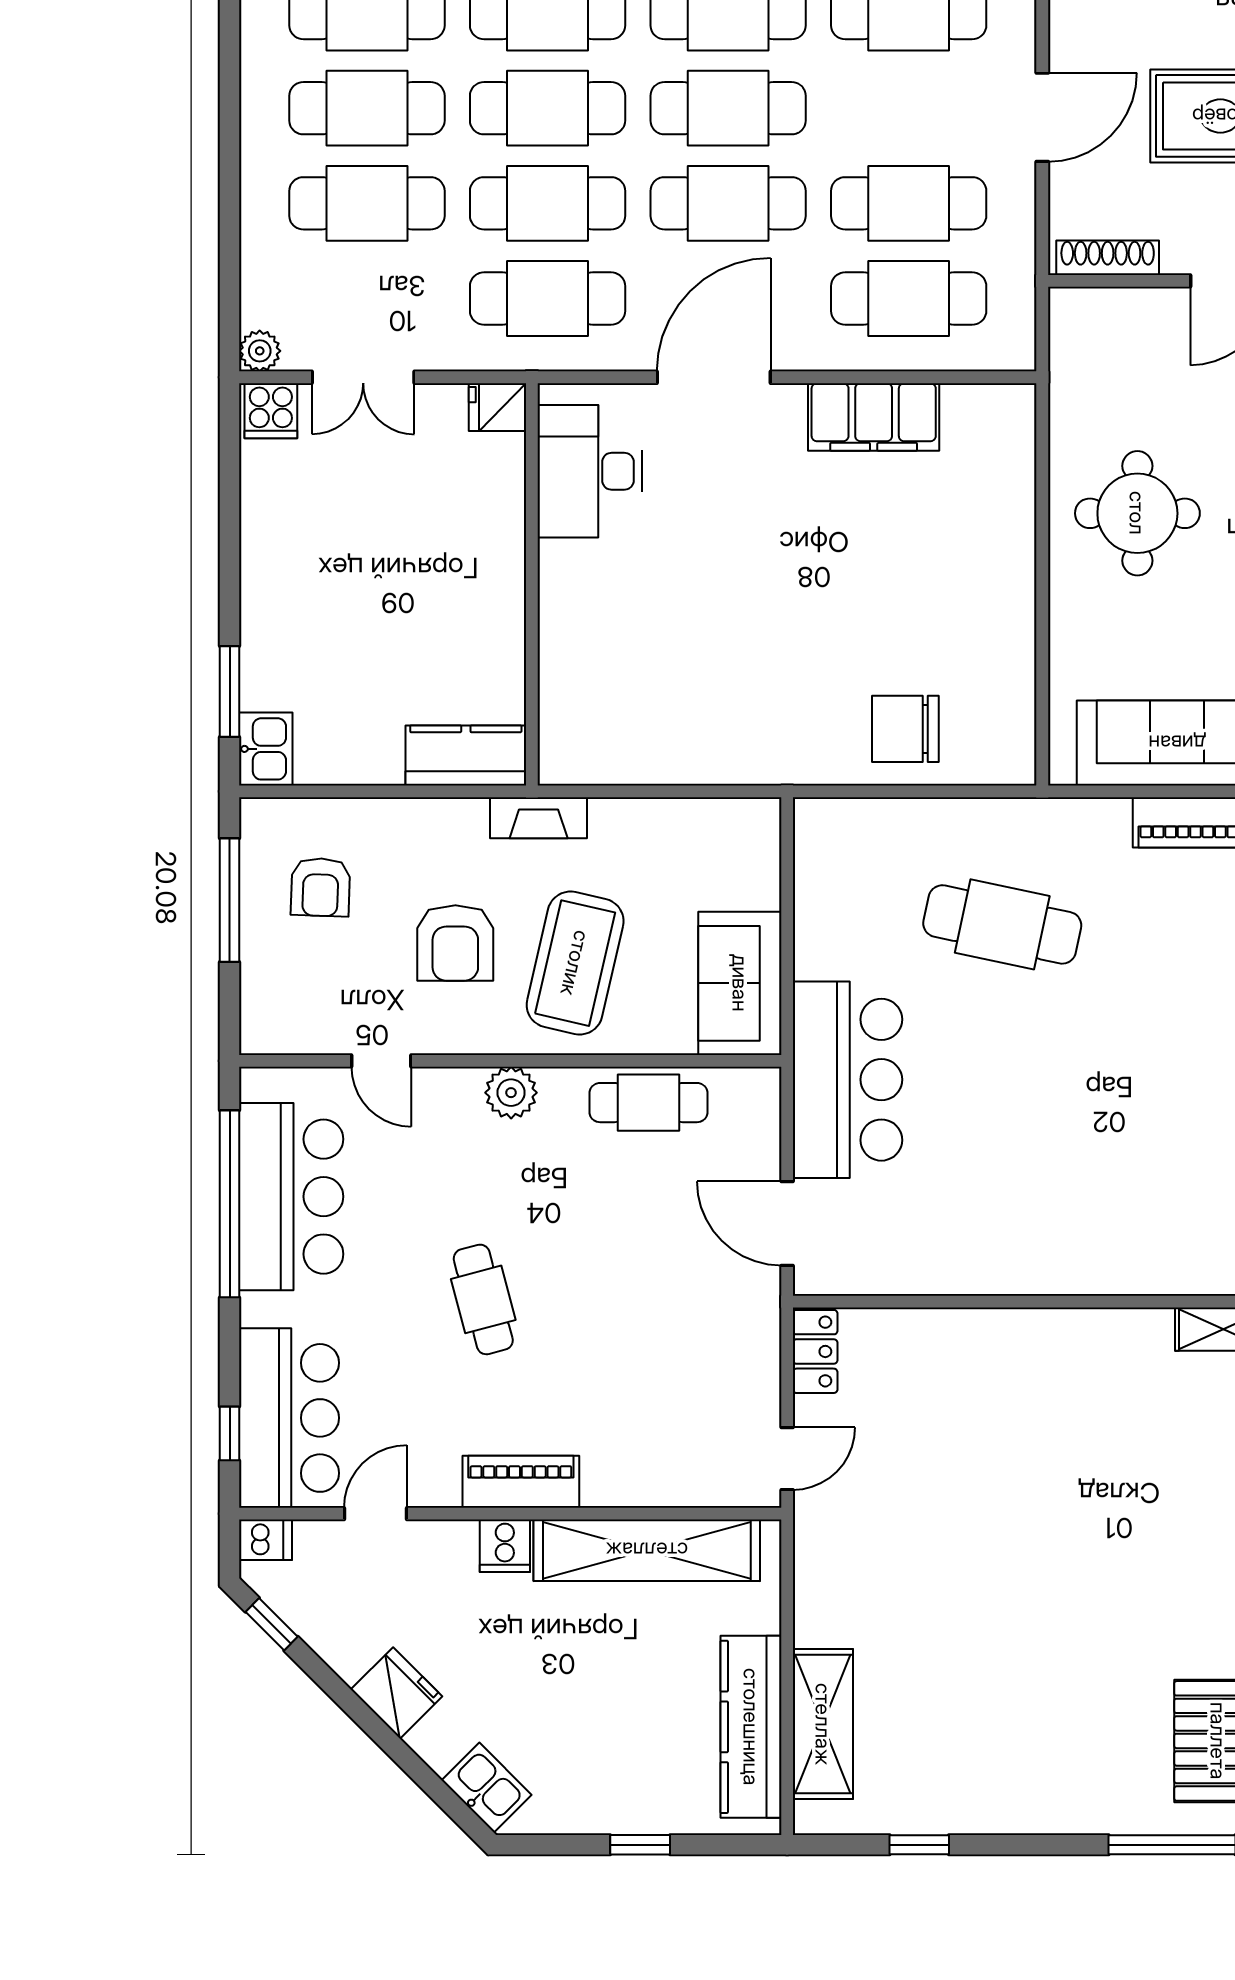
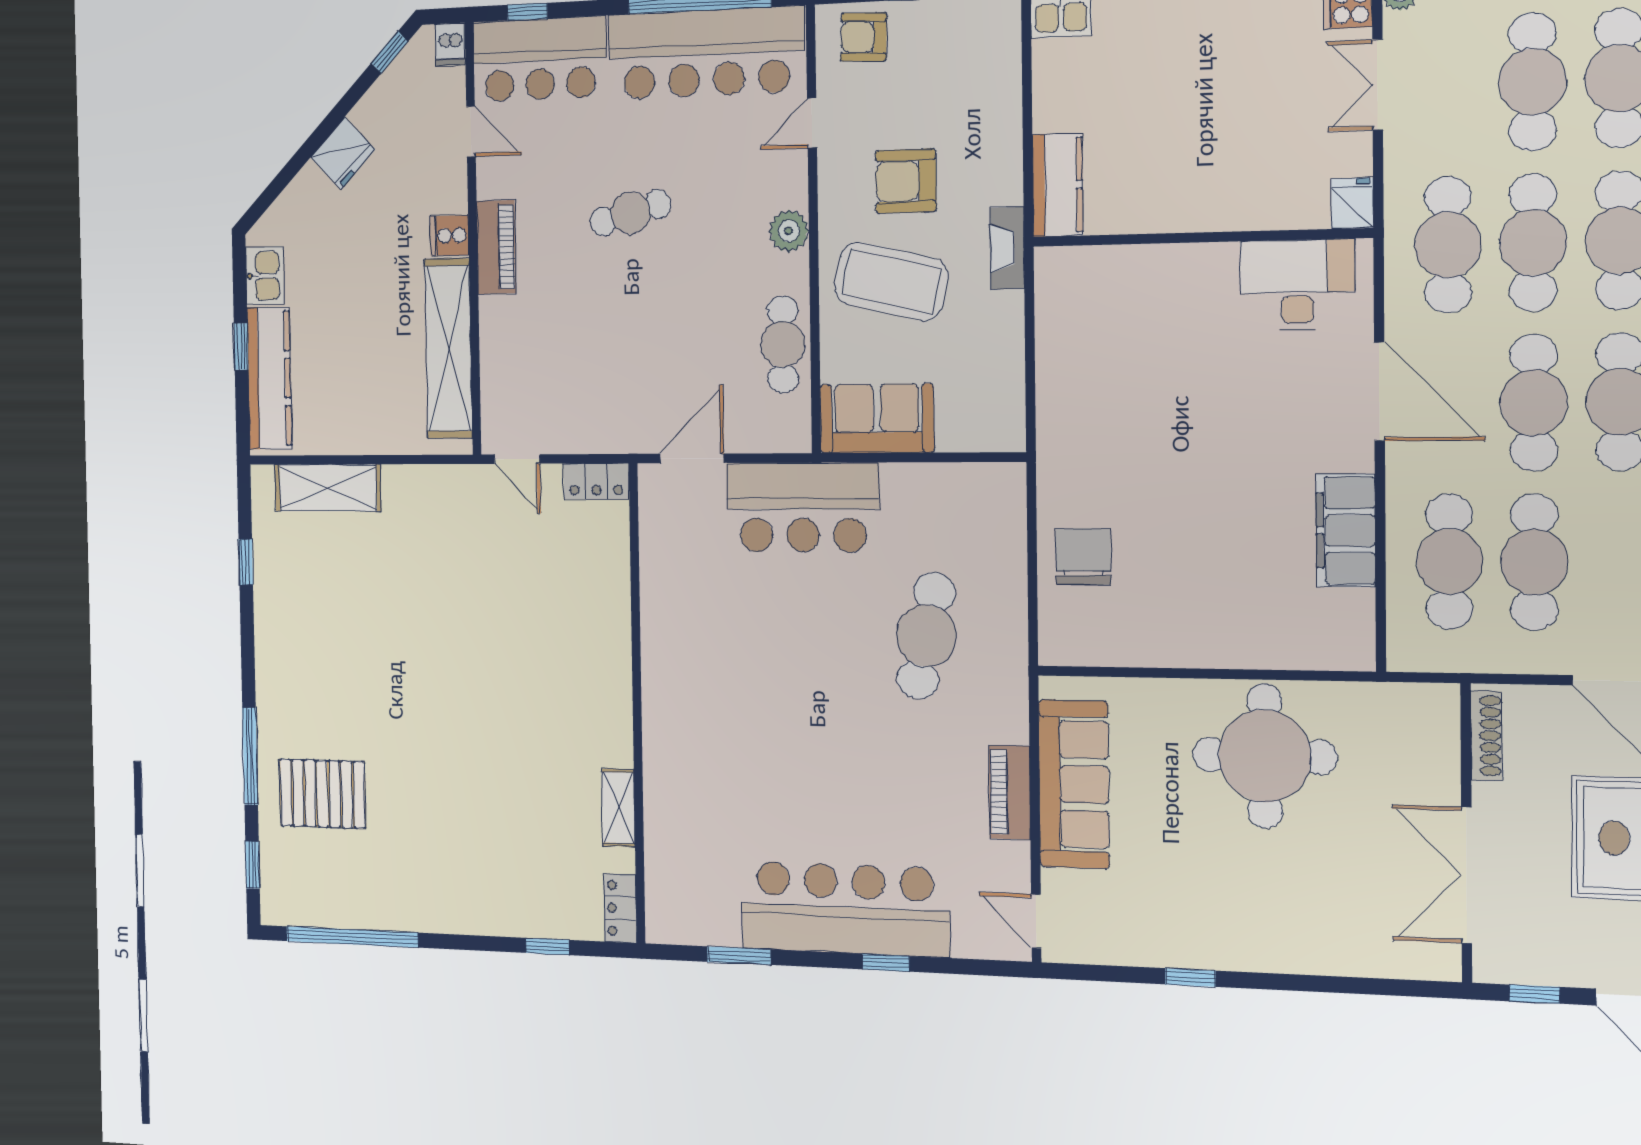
round table: (1137, 513) -> (1265, 756), width x1.36, depth x1.36
armchair: (321, 887) -> (864, 37), moved
bar counter: (291, 1197) -> (706, 53), width x1.36
kitchen counter: (751, 1727) -> (269, 378), moved, turned 90
kitchen sink: (486, 1788) -> (265, 276), moved, turned -45

